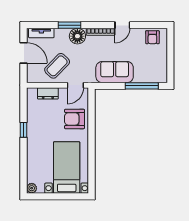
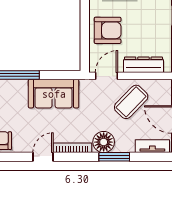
dresser: (48, 93) -> (143, 65), width x1.44

